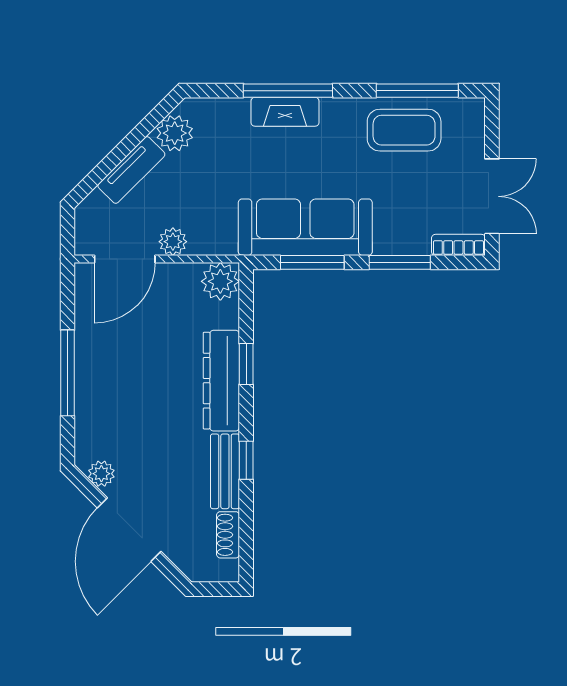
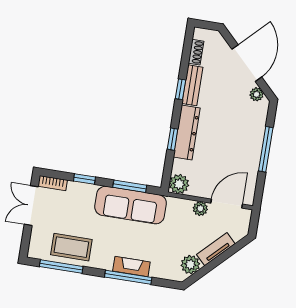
window: (400, 262) -> (84, 179), width x0.67

